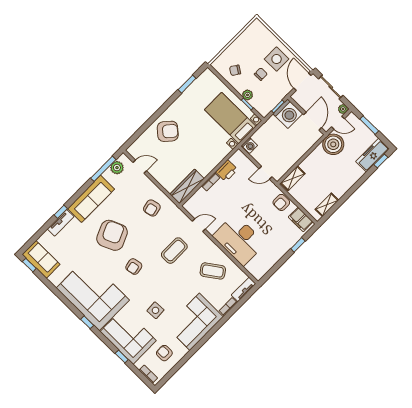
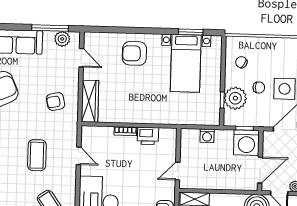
plant: (248, 95) -> (235, 98), width x1.87, depth x1.87
bed with nightstands: (230, 118) -> (186, 63), moved, turned 180
armchair: (168, 131) -> (134, 53), turned 139
washing machine: (249, 145) -> (207, 136), moved
door: (265, 173) -> (178, 171), hinge flipped
wardrobe: (187, 186) -> (90, 101), moved, turned 90
coffee table: (174, 251) -> (37, 155), turned 90

